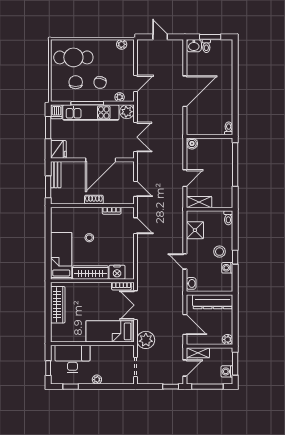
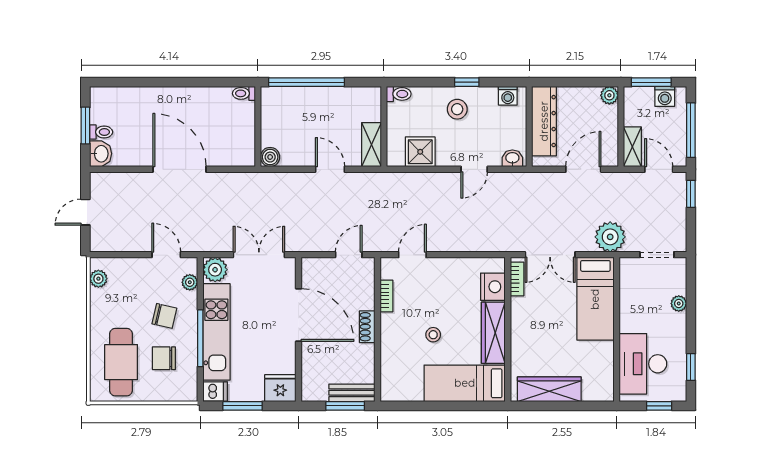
bench: (56, 175) -> (352, 393), moved
washing machine: (227, 268) -> (508, 96), moved
plant: (97, 380) -> (679, 303), moved

